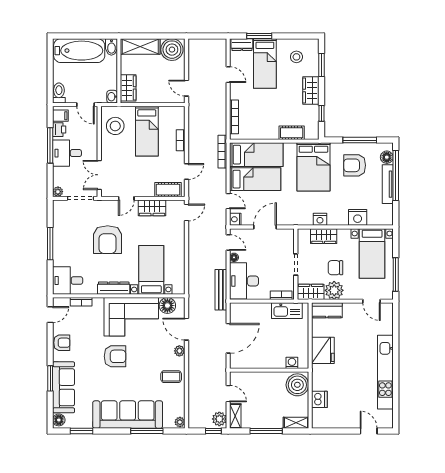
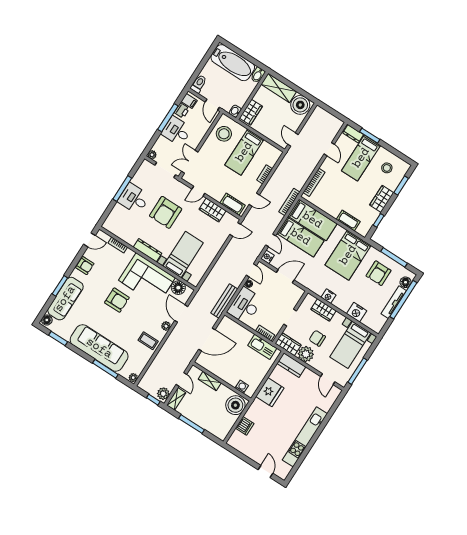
armchair: (355, 165) -> (379, 273), turned -90
desk: (68, 281) -> (134, 199), moved
shelving: (296, 423) -> (210, 381), moved

